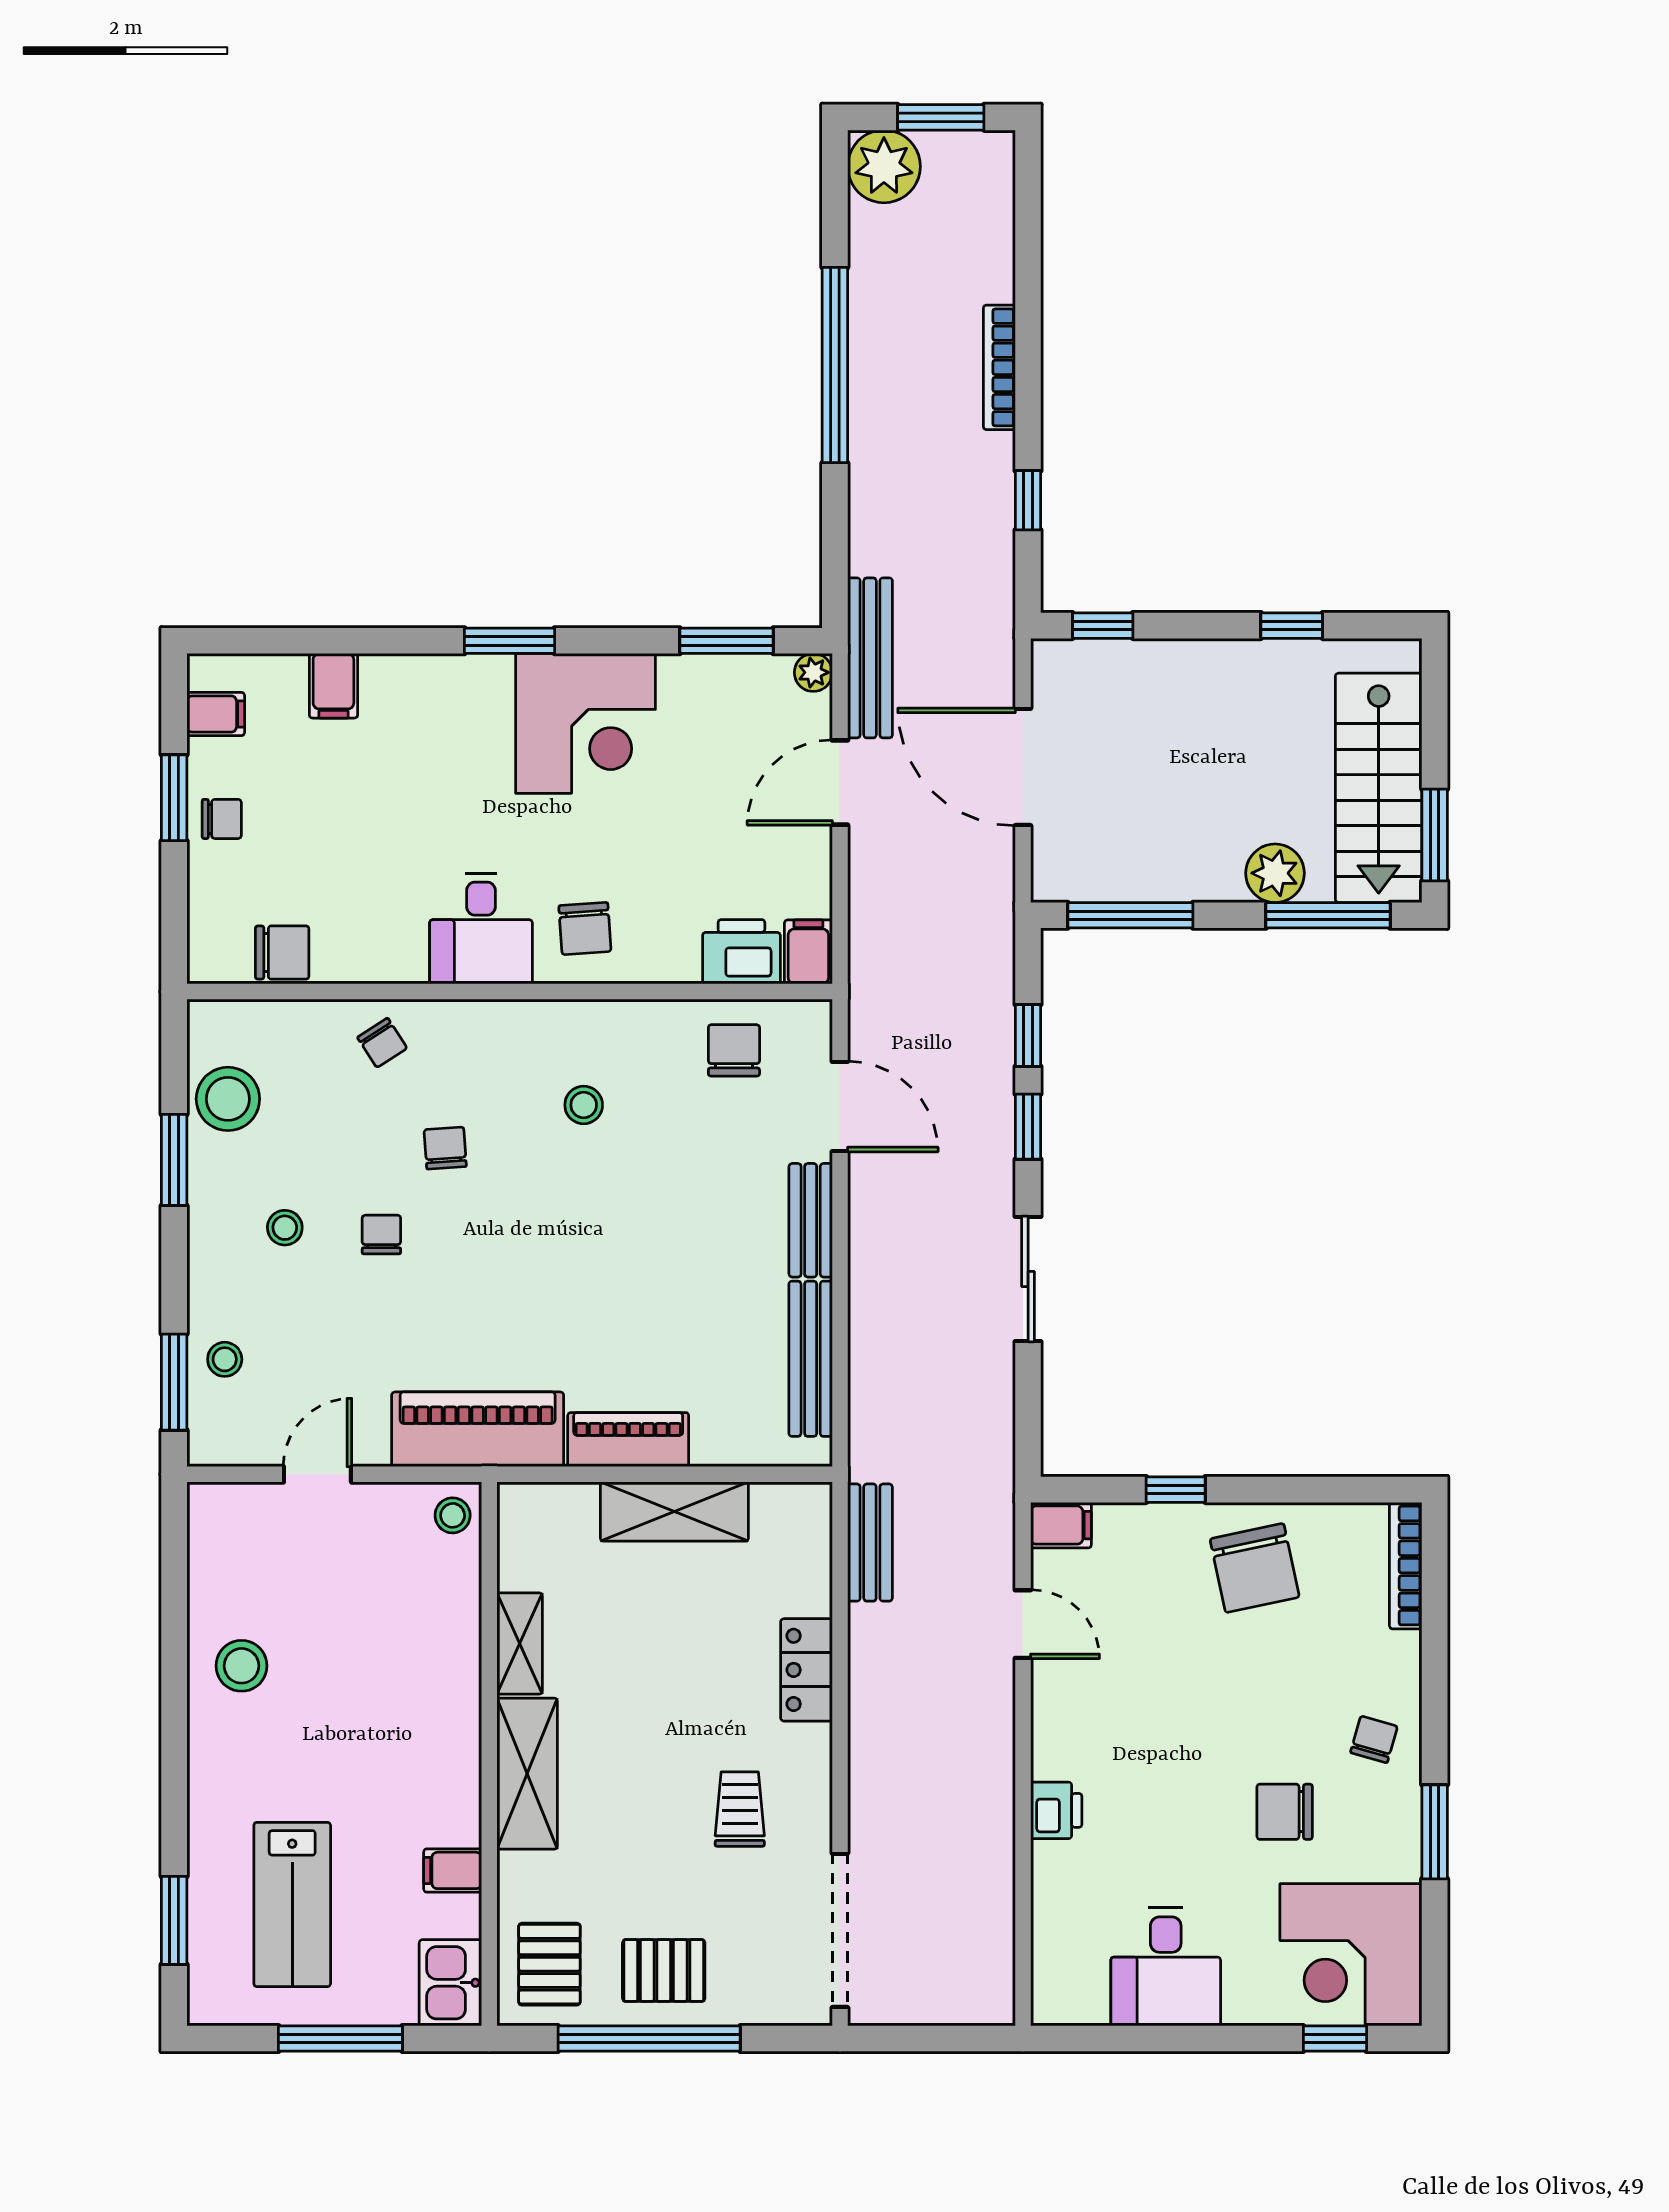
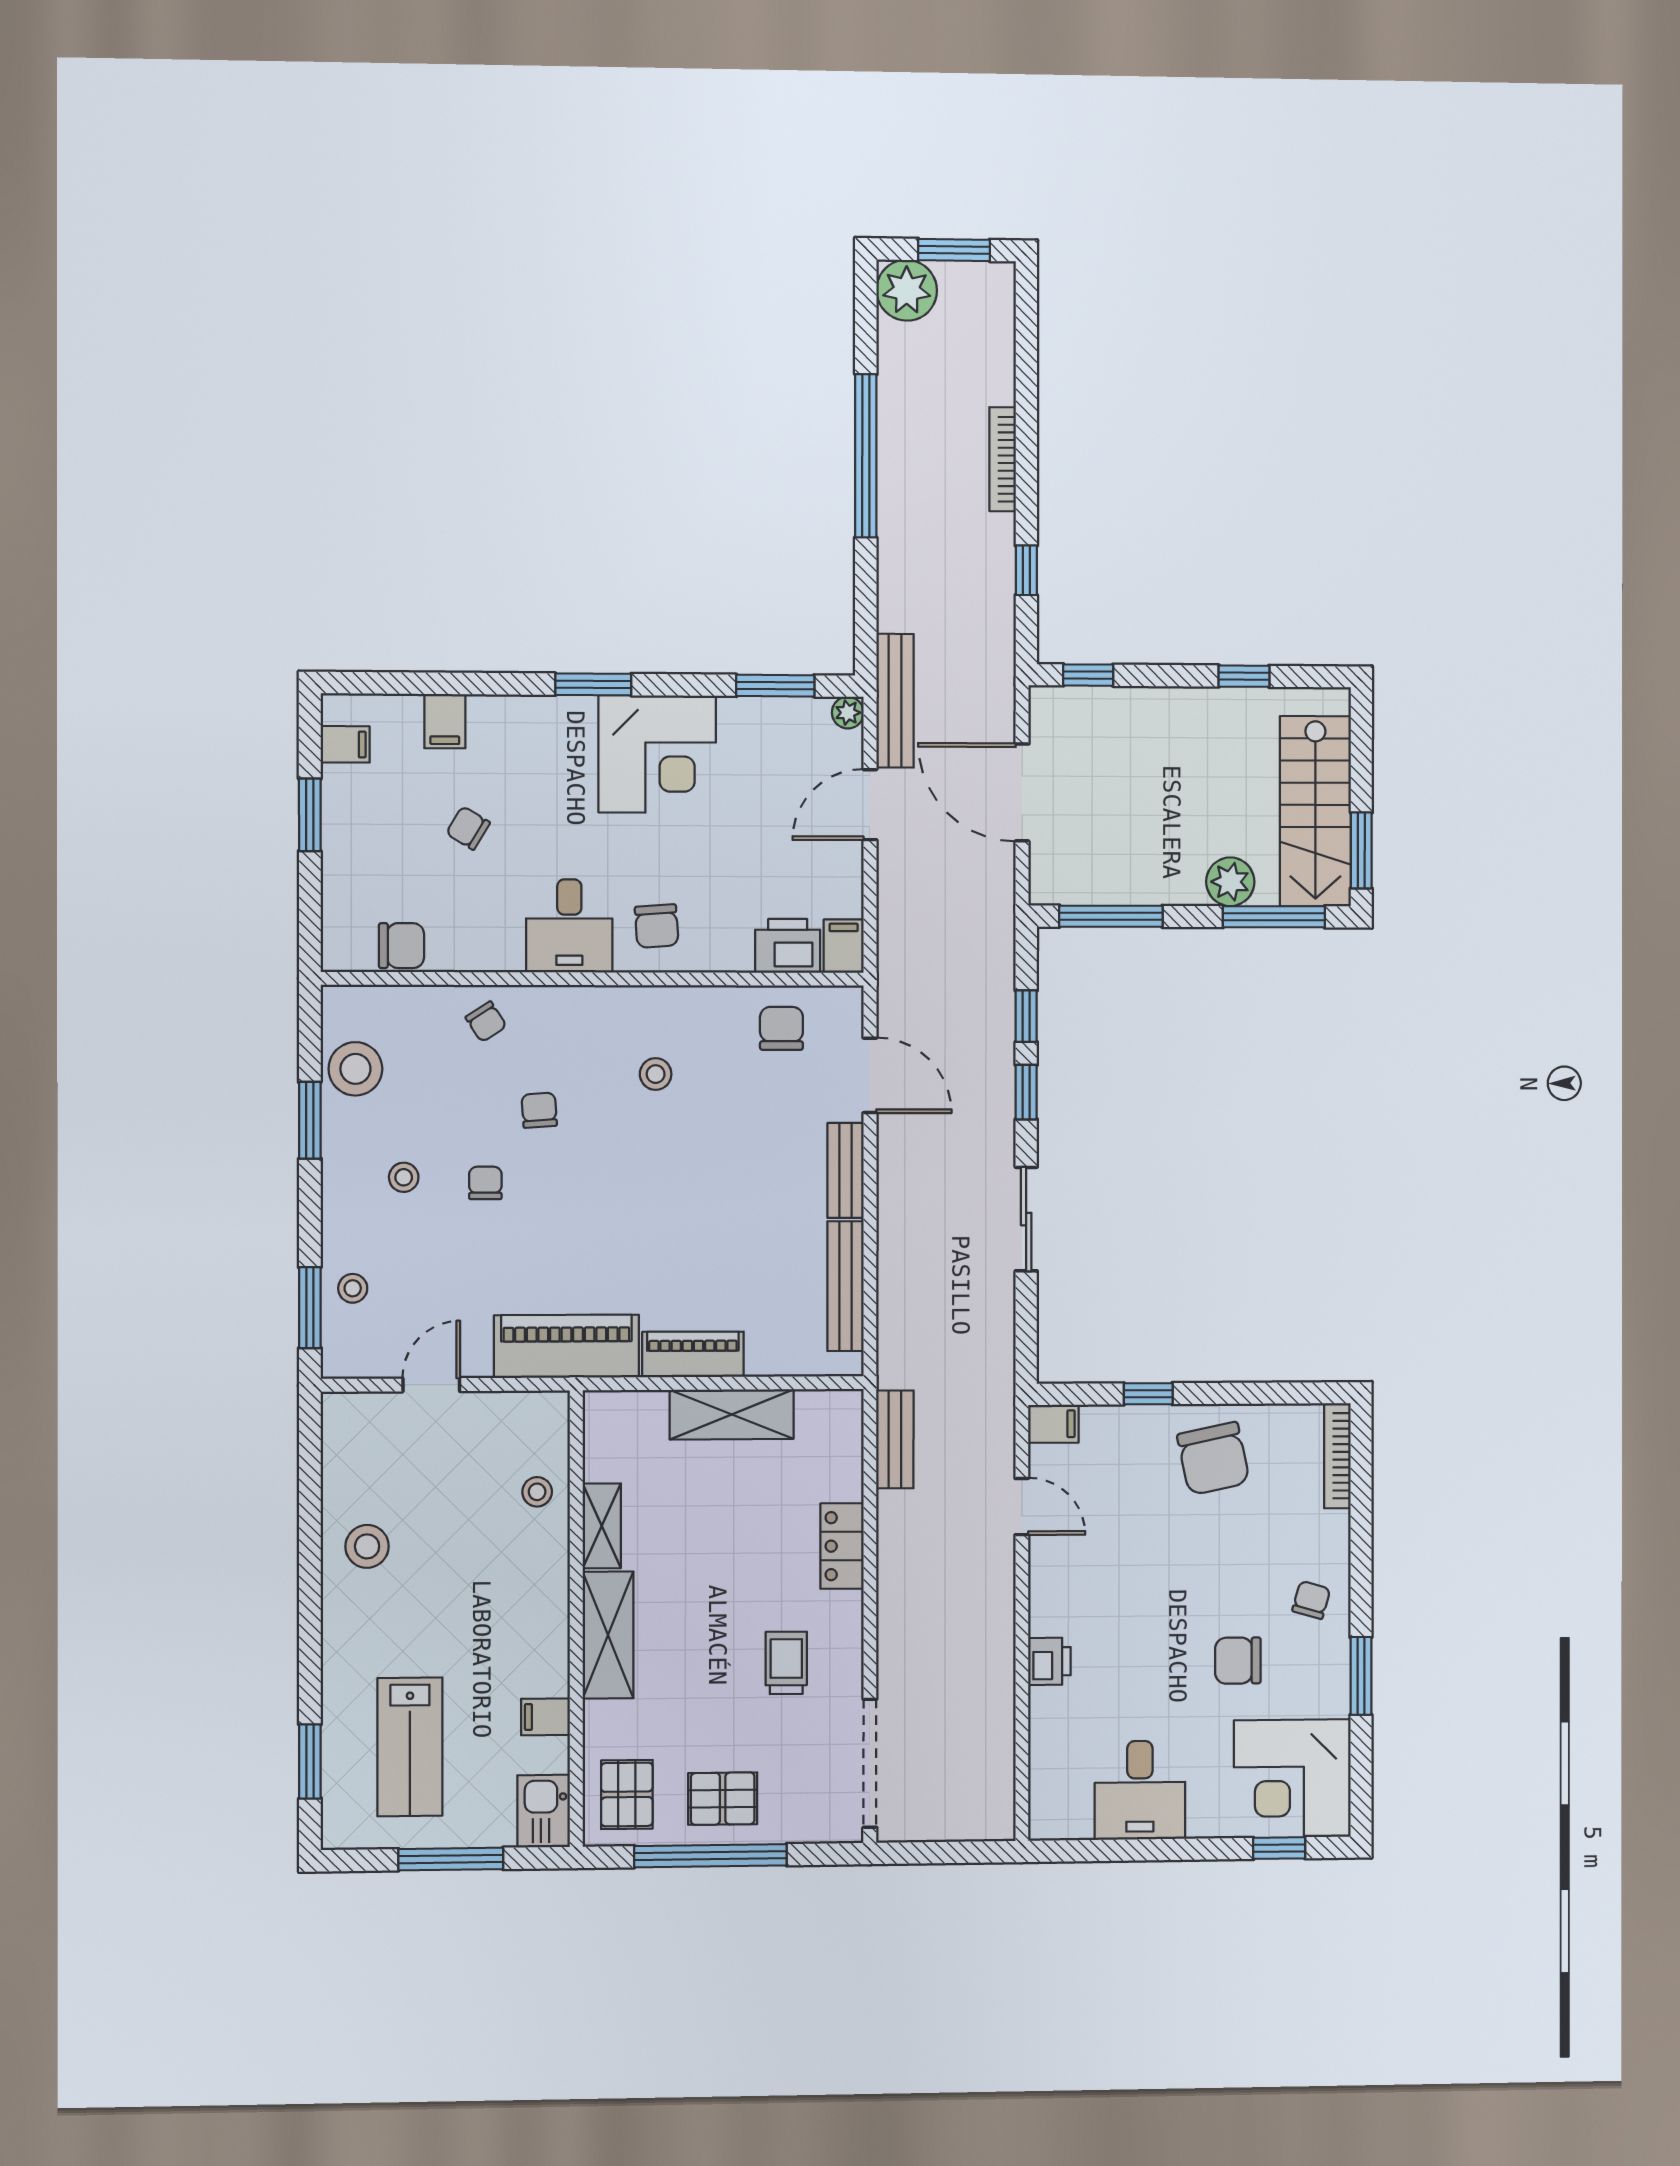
chair: (222, 819) -> (468, 828), moved, turned -149
stool: (453, 1515) -> (537, 1492), moved

